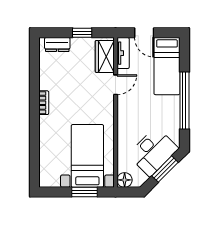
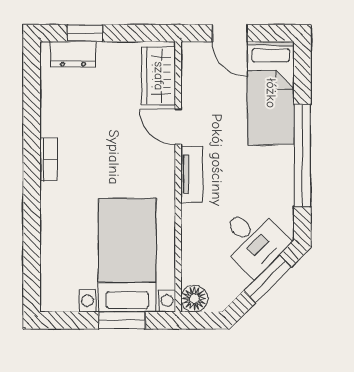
window: (82, 33) -> (85, 33), moved
tv unit: (123, 53) -> (192, 174), moved
door: (116, 85) -> (178, 127), swing flipped
desk: (153, 152) -> (253, 240), width x0.73

